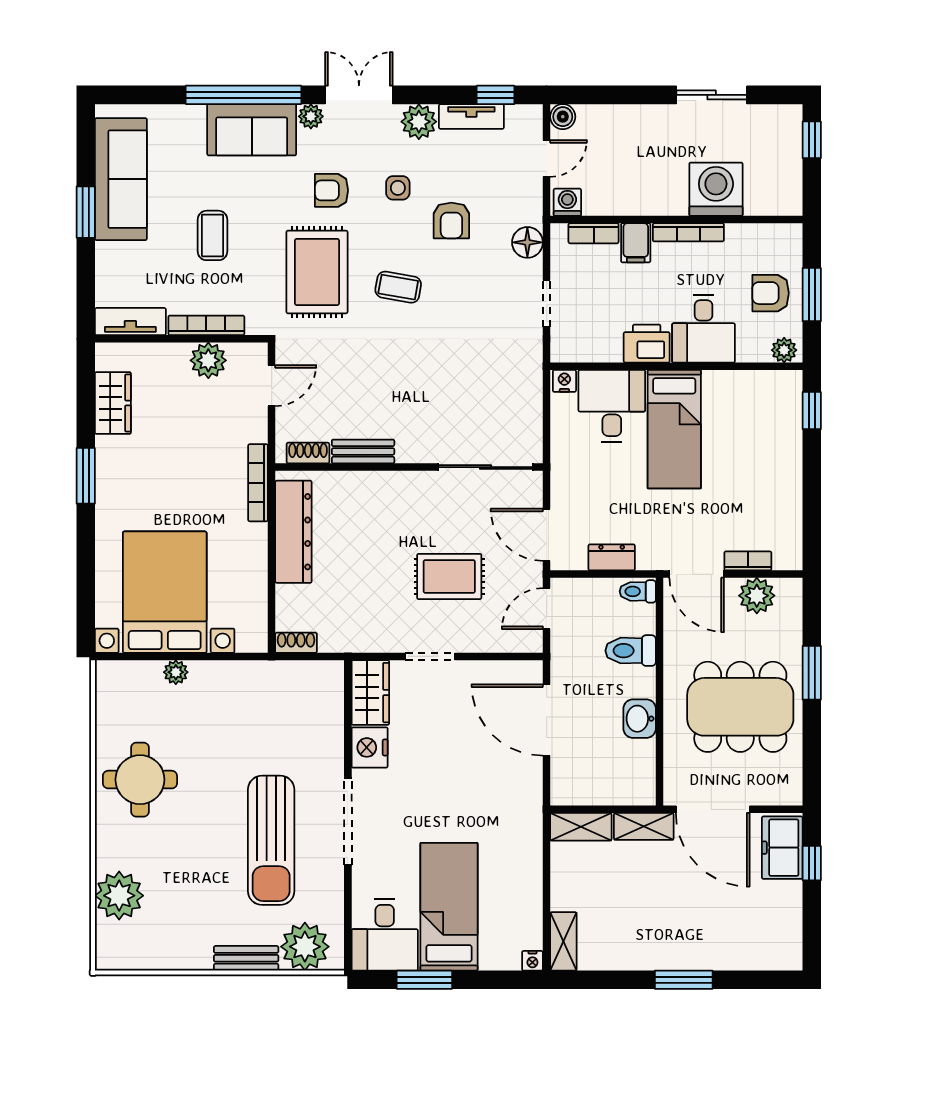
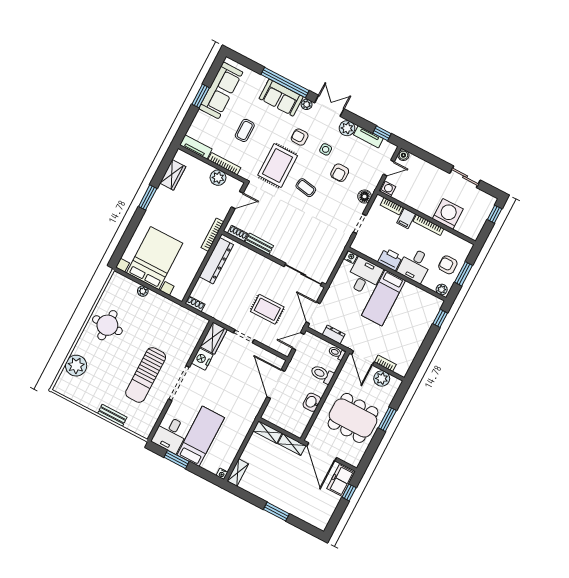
plant: (305, 947) -> (137, 423), removed

